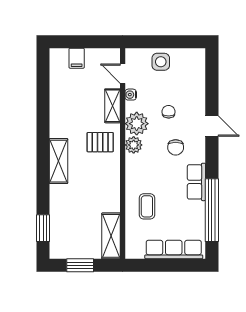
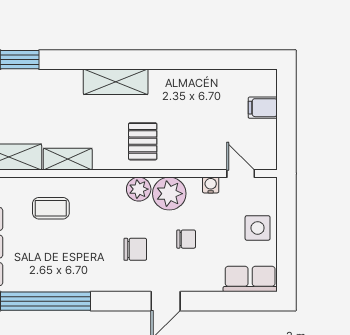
door: (123, 74) -> (241, 174), hinge flipped
shelving: (113, 106) -> (68, 159), moved
chair: (176, 147) -> (135, 249), turned 180
row of seats: (196, 182) -> (250, 279), moved

